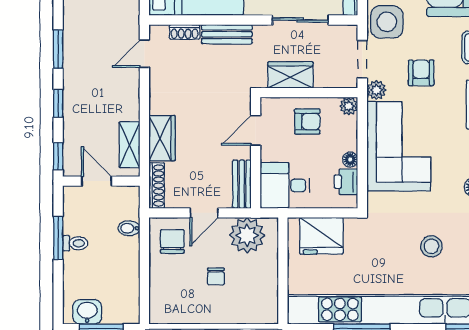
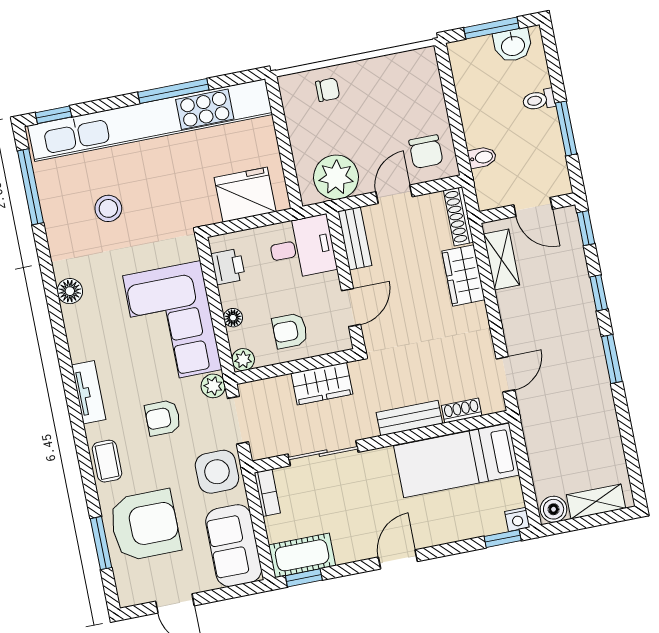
armchair: (421, 73) -> (163, 418), turned 90
floor lamp: (350, 160) -> (233, 318), moved
toilet: (75, 243) -> (539, 100), moved
chair: (216, 276) -> (328, 90), moved, turned 90

